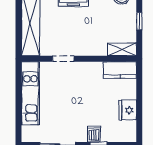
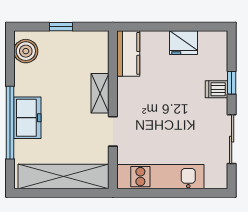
shelving: (122, 49) -> (100, 93), moved

